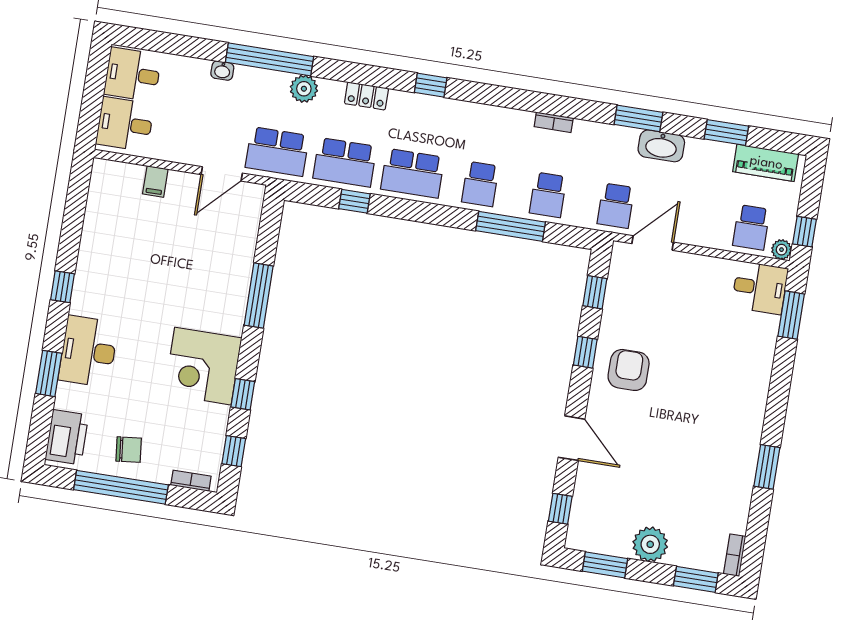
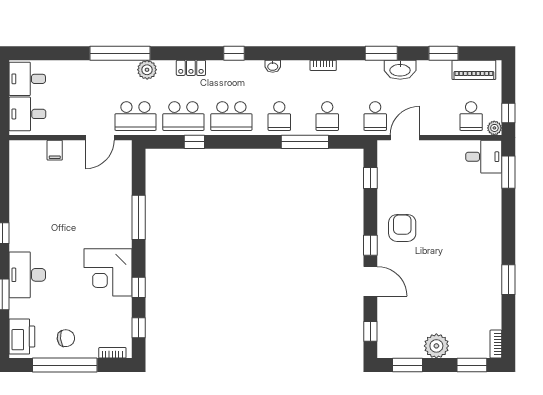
washbasin: (222, 71) -> (273, 66), moved
window: (585, 352) -> (370, 245), moved

